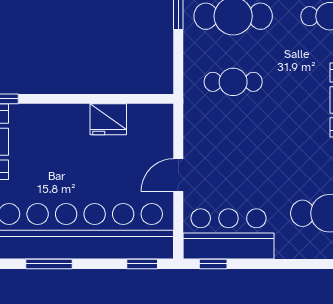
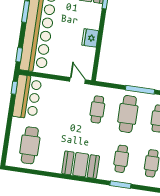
fridge: (108, 119) -> (90, 38), moved
door: (178, 175) -> (78, 81), moved

